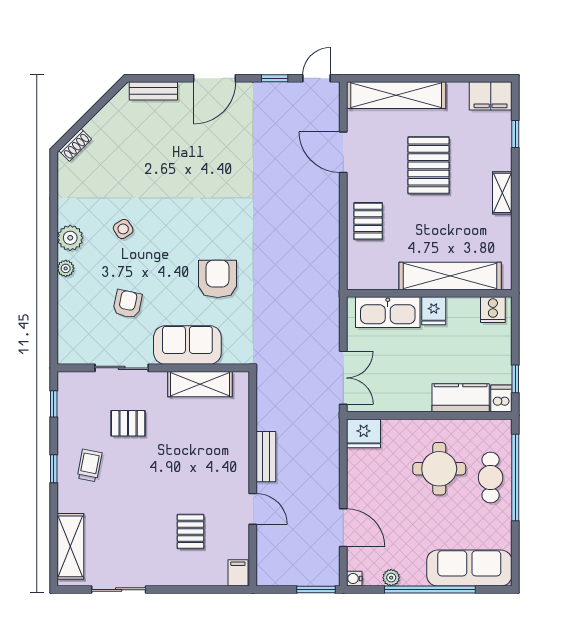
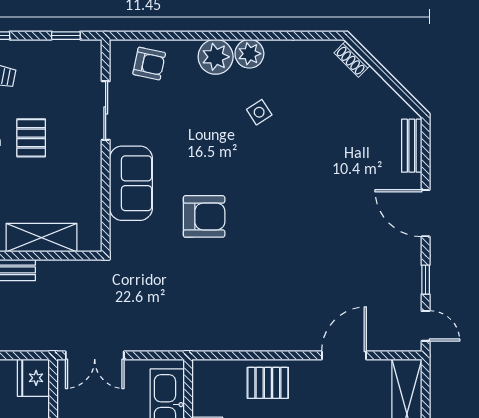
plant: (66, 268) -> (216, 57), width x1.87, depth x1.87
armchair: (127, 304) -> (149, 64), moved
shelving: (200, 384) -> (41, 238), moved, turned 90
pallet: (128, 423) -> (31, 138), moved

